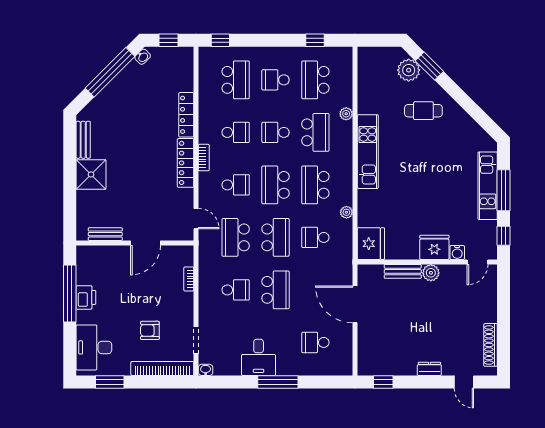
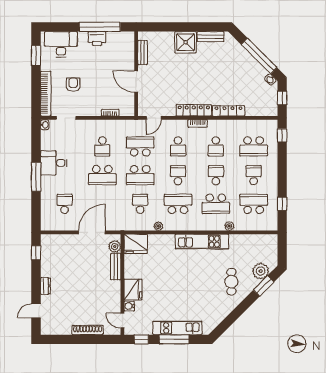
school desk: (276, 185) -> (178, 175), width x0.54
plant: (431, 273) -> (115, 246), moved
shoe rack: (491, 345) -> (88, 330), moved

